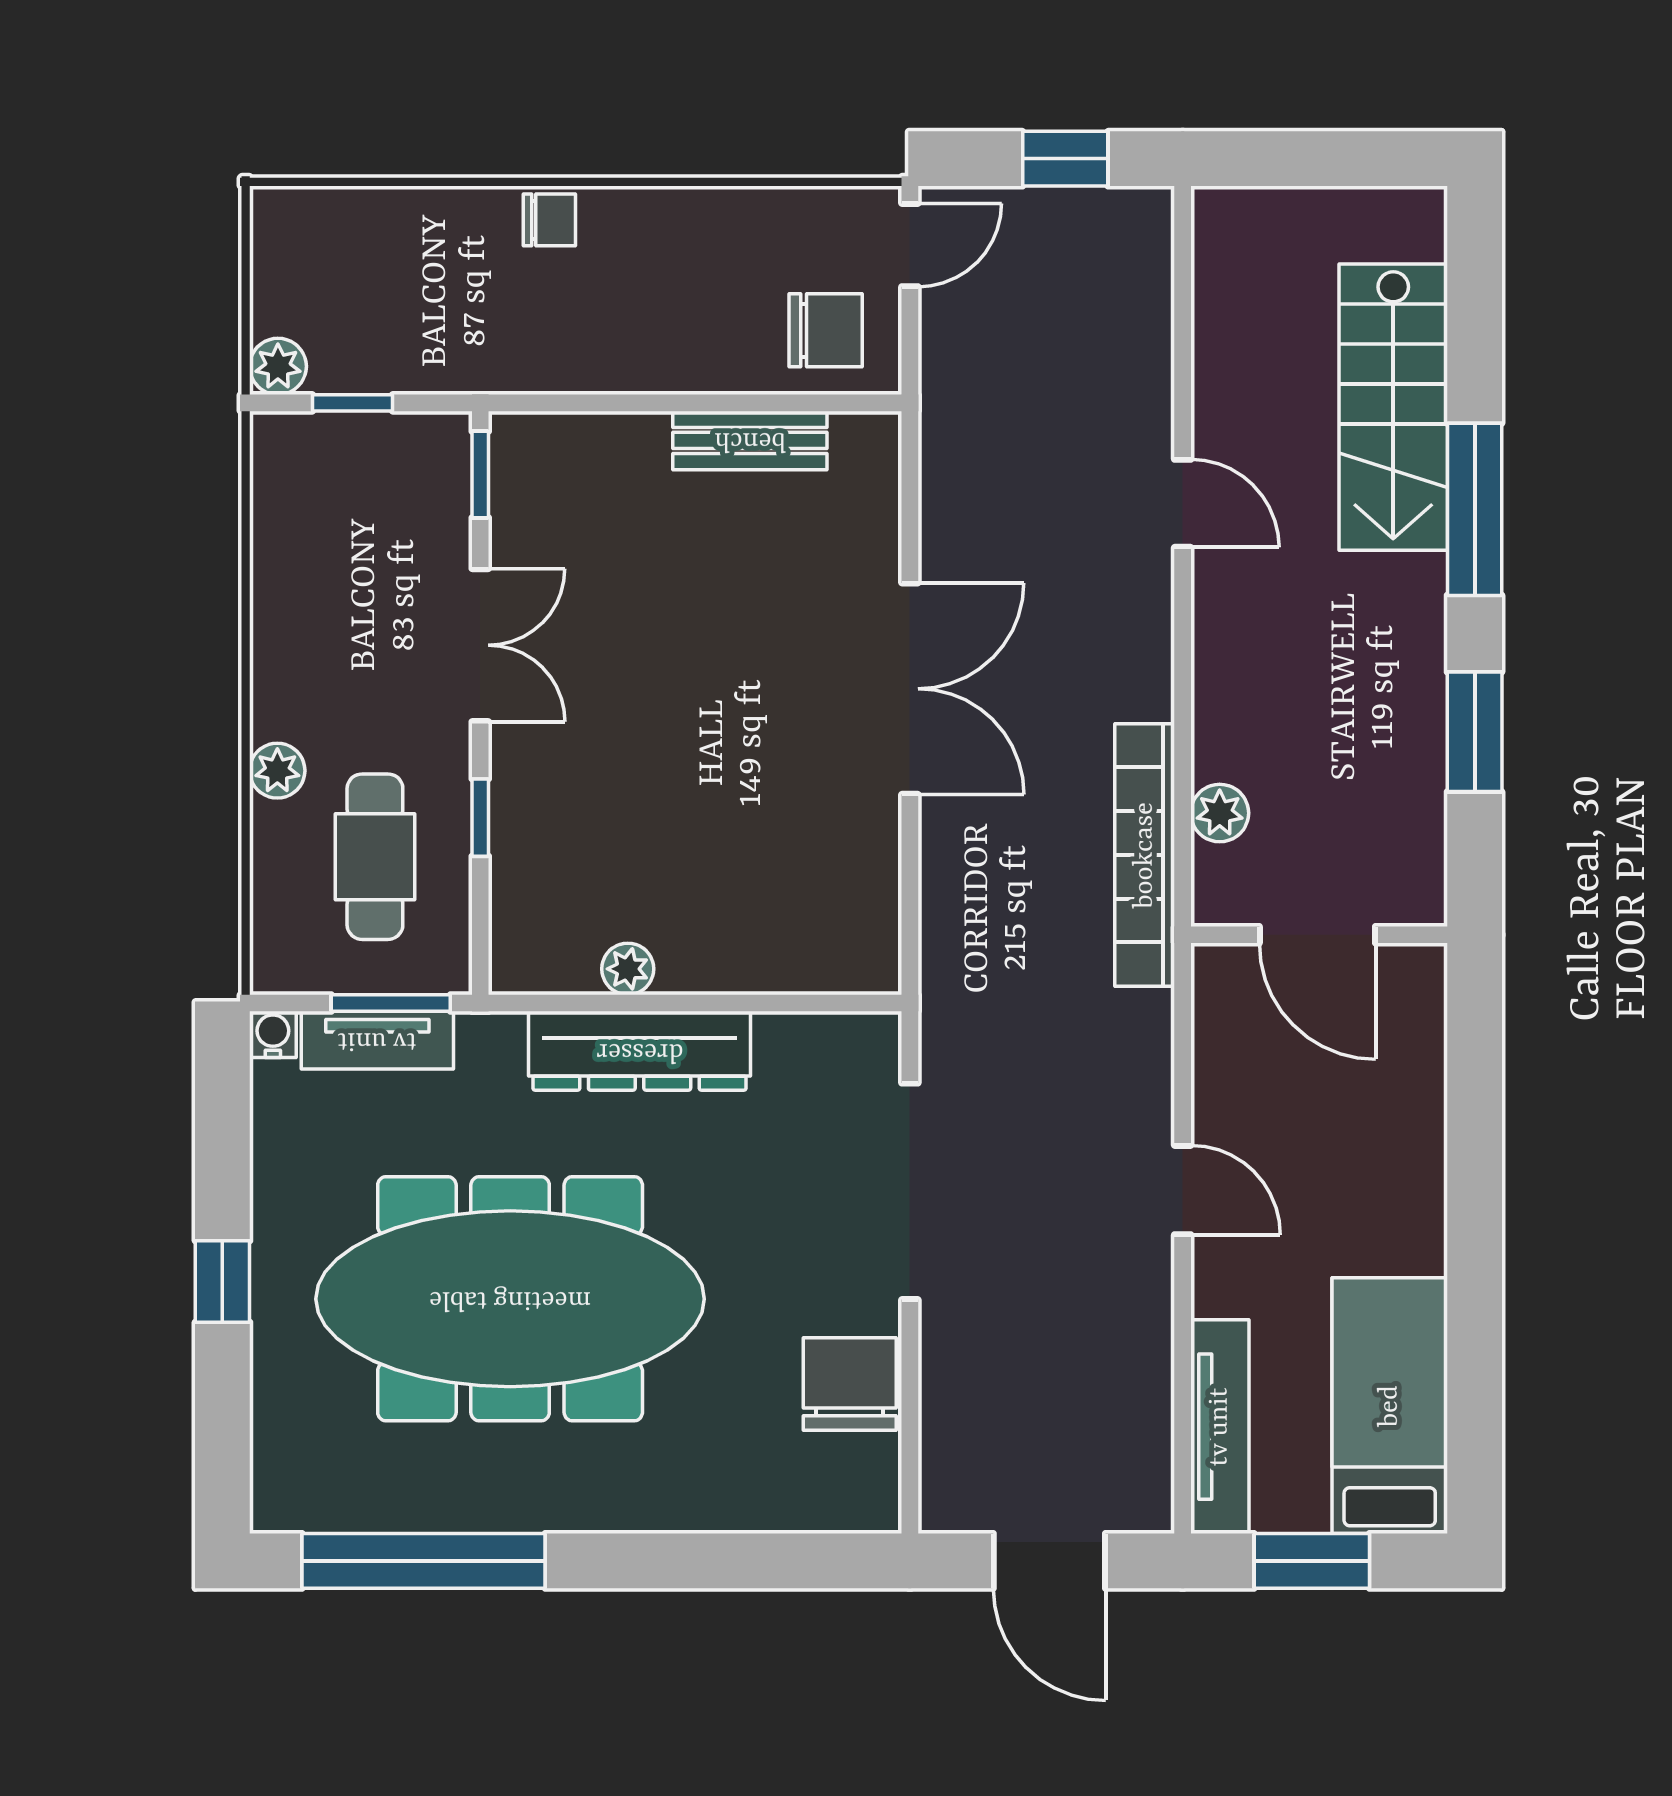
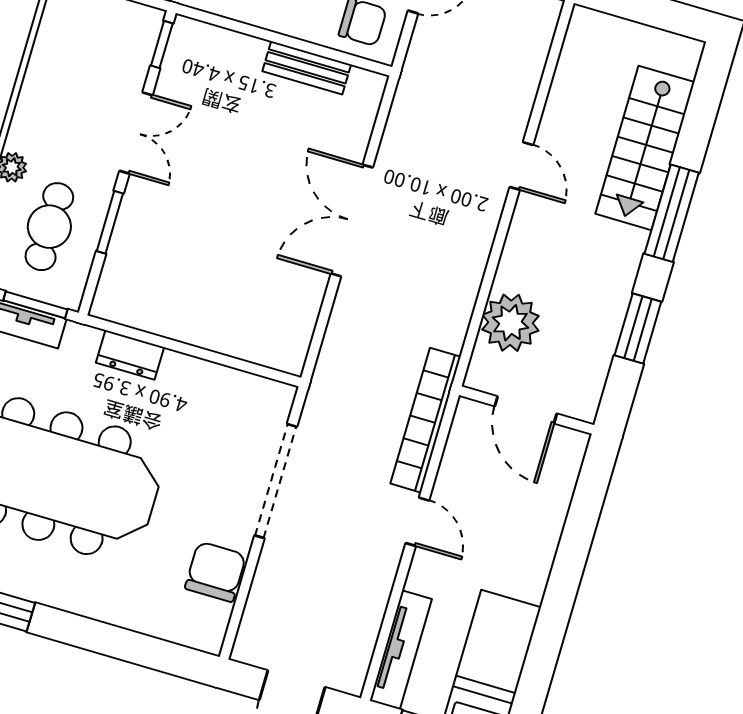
double door: (910, 689) -> (352, 221), swing flipped
plant: (1220, 813) -> (511, 323), width x1.88, depth x1.88
window: (480, 818) -> (110, 222), width x1.50
bookcase: (1145, 855) -> (426, 420), moved
plant: (628, 969) -> (163, 323), removed
dresser: (640, 1051) -> (130, 355), width x0.51, depth x0.80

